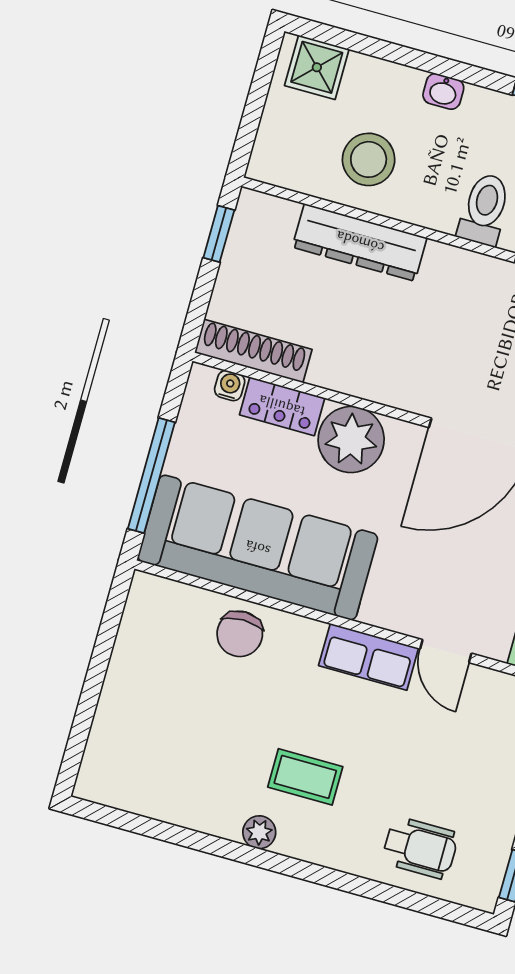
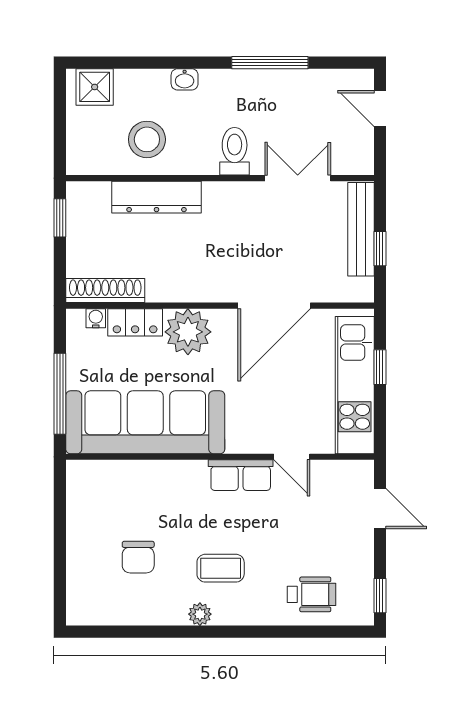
chair: (240, 634) -> (138, 557), moved

